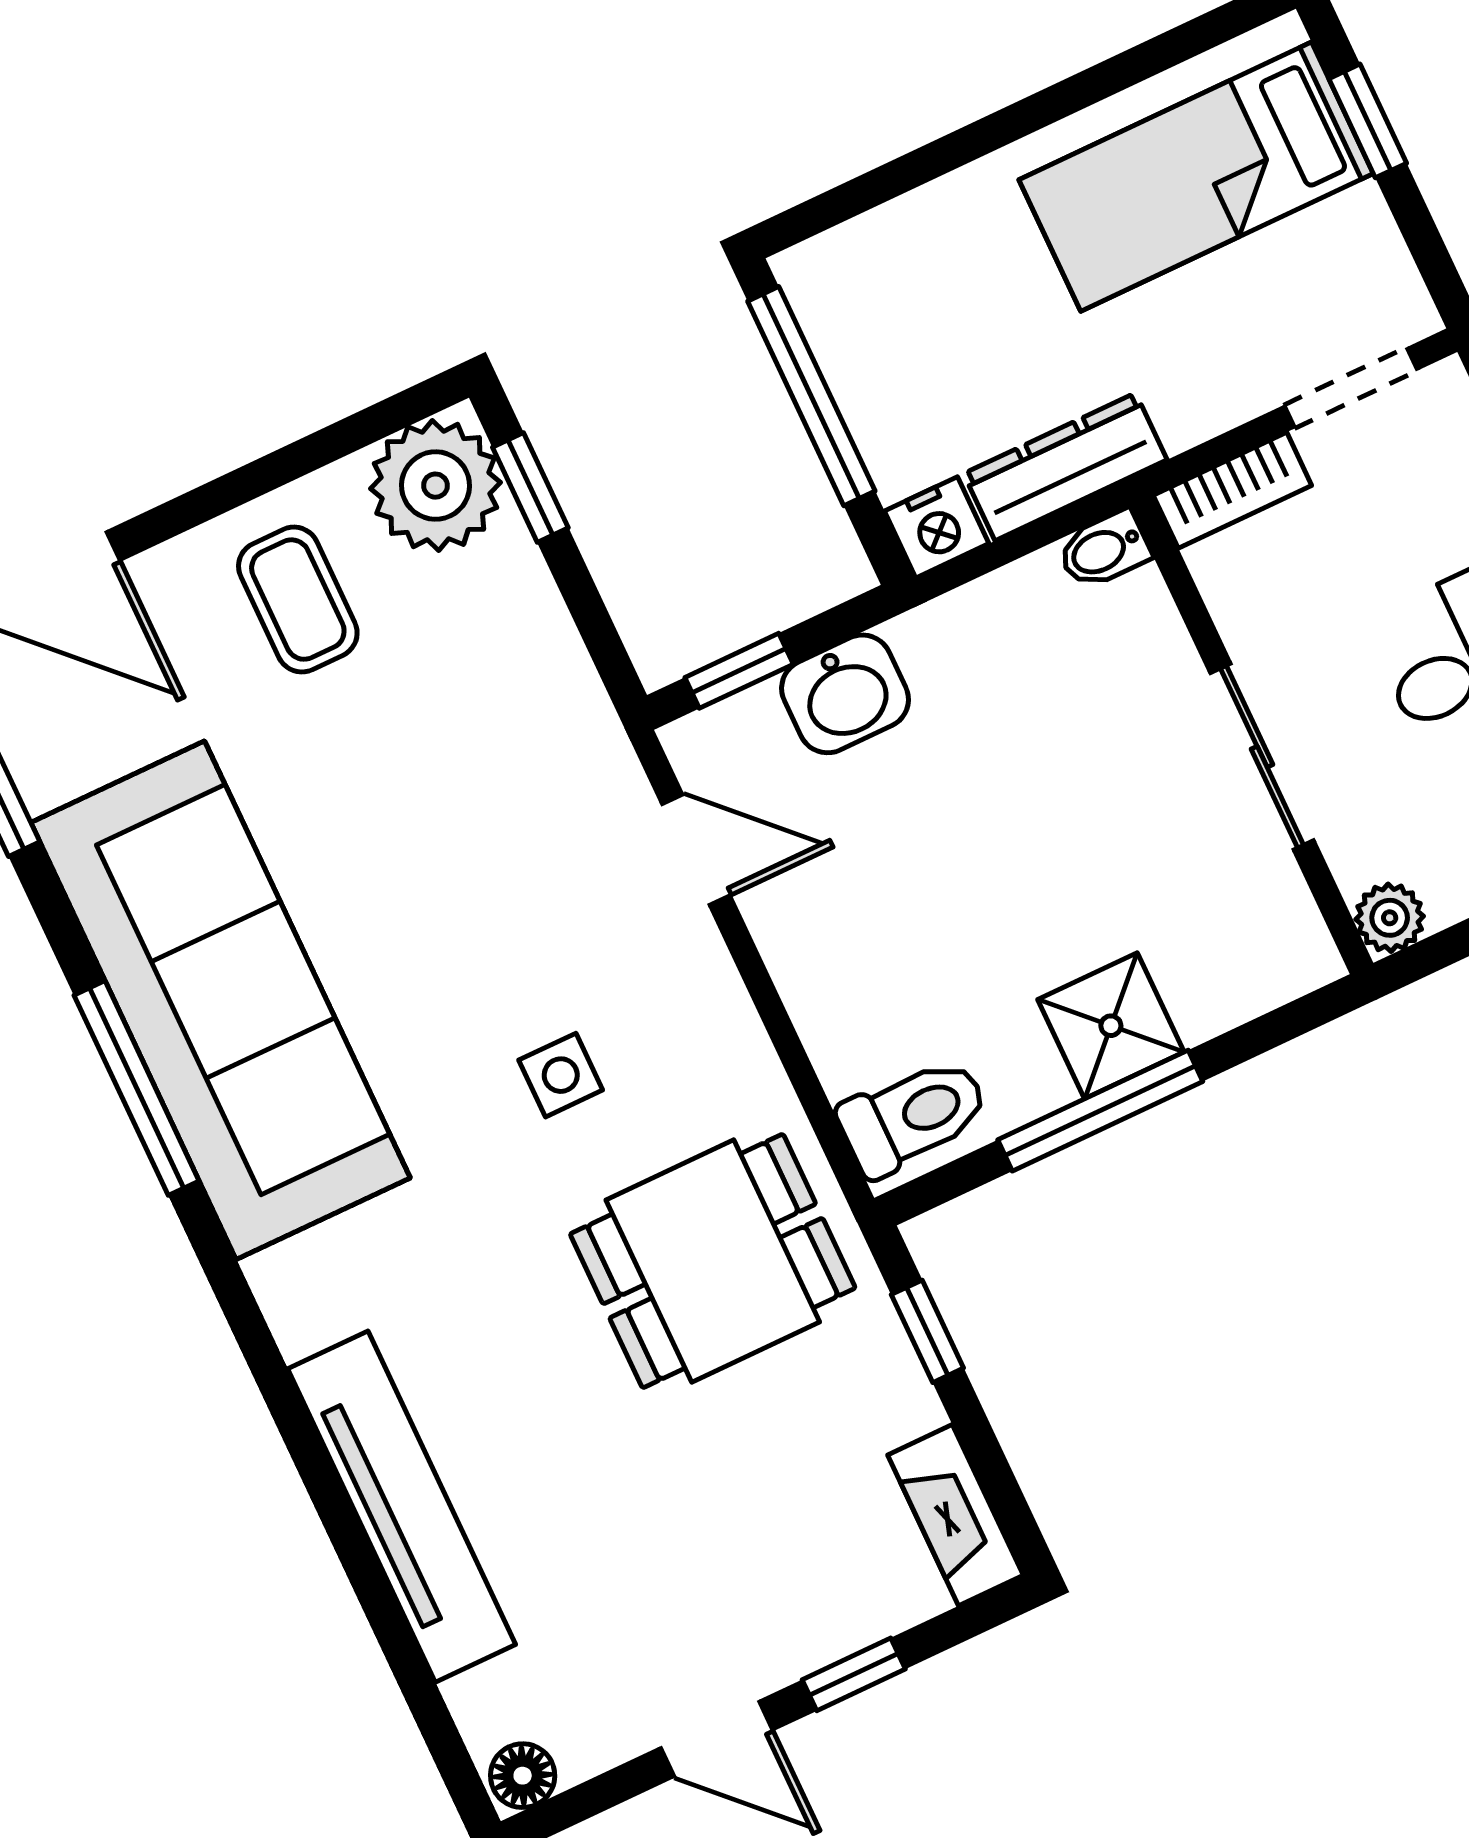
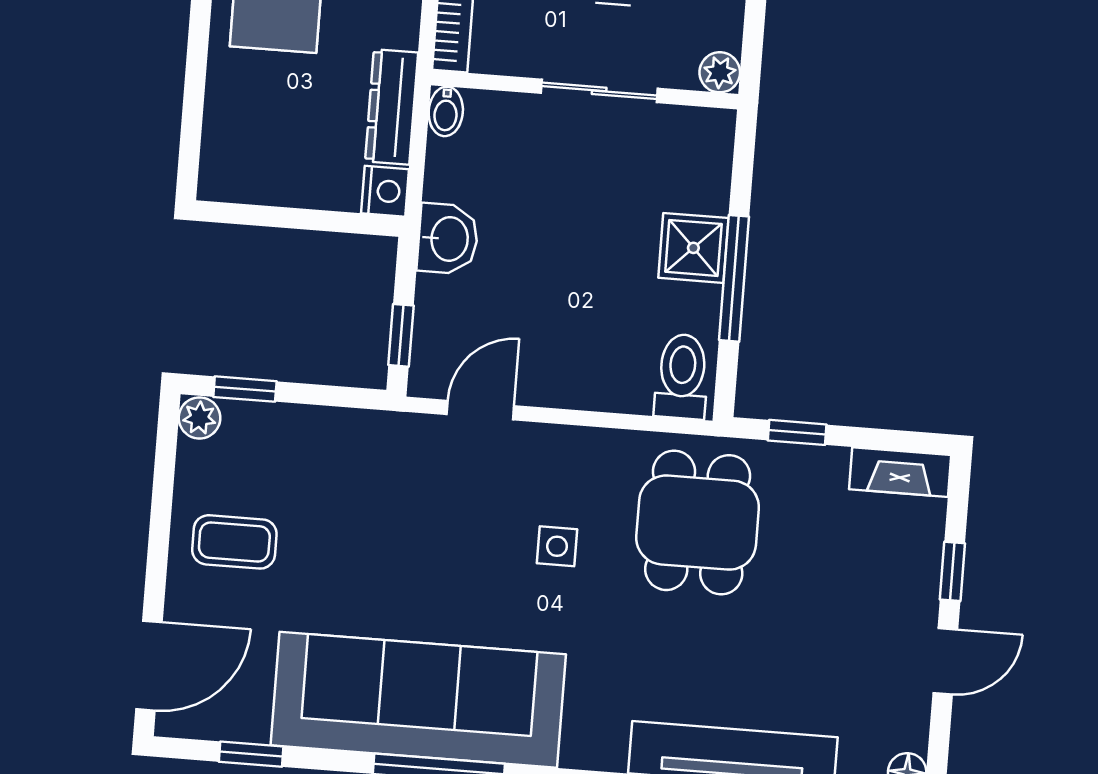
window: (811, 396) -> (280, 217), removed
plant: (436, 486) -> (199, 418), width x0.53, depth x0.53
washbasin: (845, 694) -> (448, 239), moved

